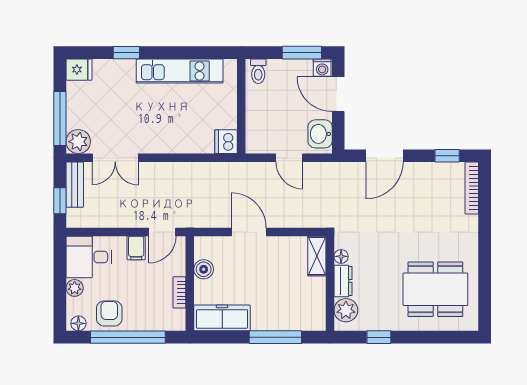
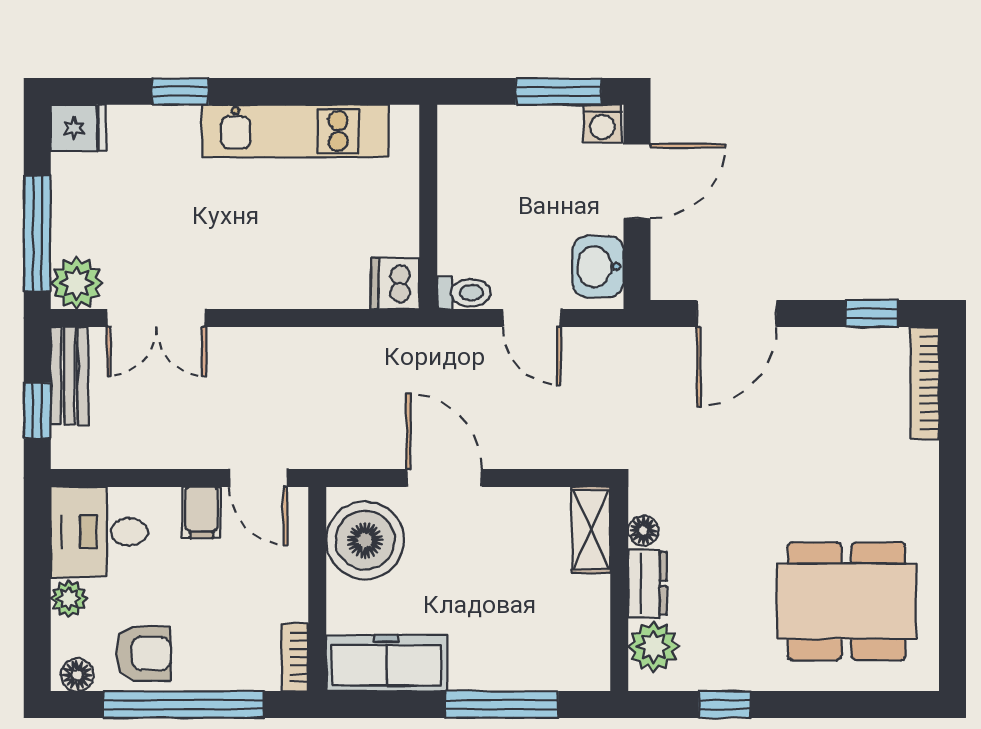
toilet: (258, 71) -> (464, 293), moved, turned -90
door: (338, 94) -> (637, 181), swing flipped
door: (162, 232) -> (258, 478), hinge flipped
boiler: (204, 269) -> (365, 540), width x1.86, depth x1.86
bookcase: (179, 292) -> (295, 657), moved
armchair: (109, 313) -> (144, 654), turned 90

